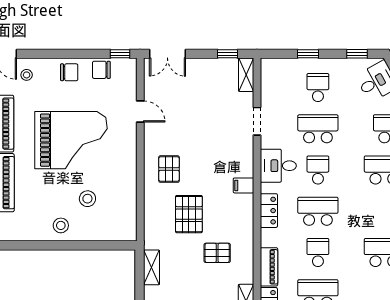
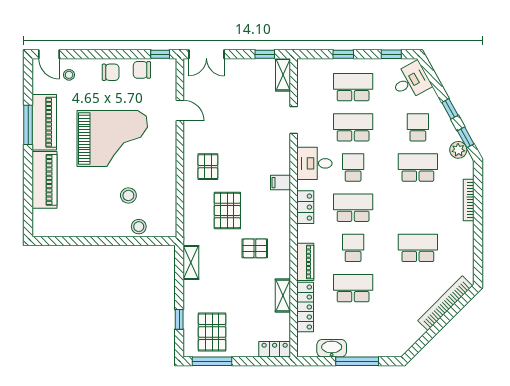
school desk: (318, 88) -> (353, 87), width x1.85
stool: (61, 225) -> (139, 227), moved

